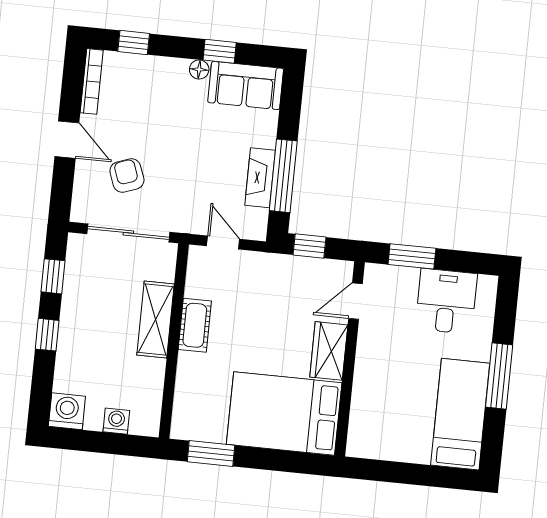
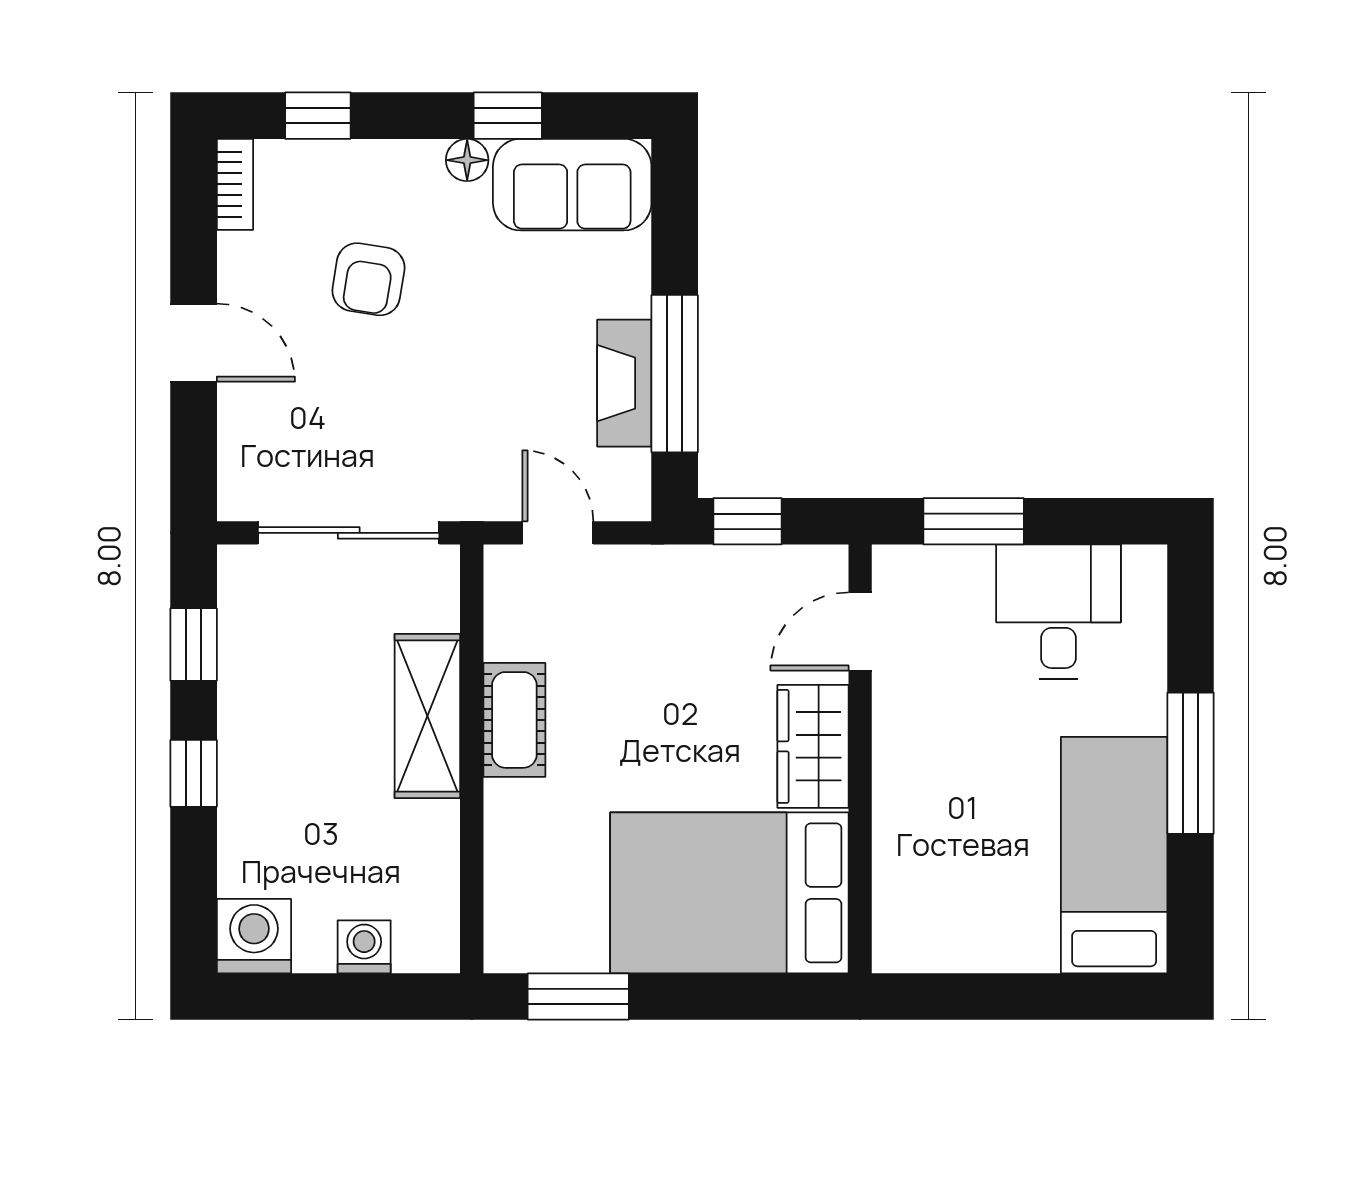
bookcase: (92, 81) -> (235, 184), width x0.64
armchair: (127, 176) -> (368, 279), moved, turned -151

